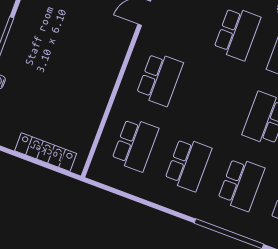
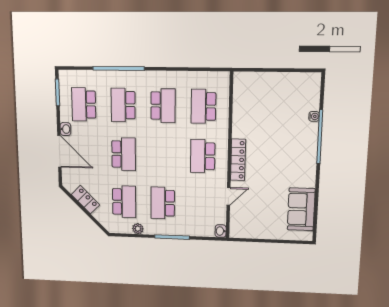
locker: (46, 152) -> (238, 160), moved, turned -90
school desk: (188, 164) -> (163, 106), turned 180

